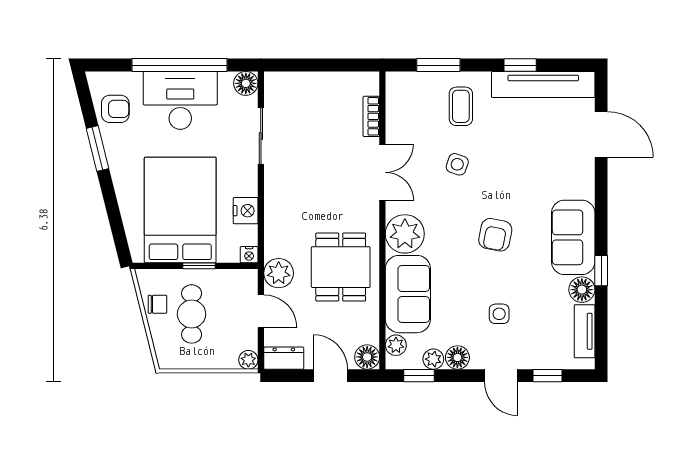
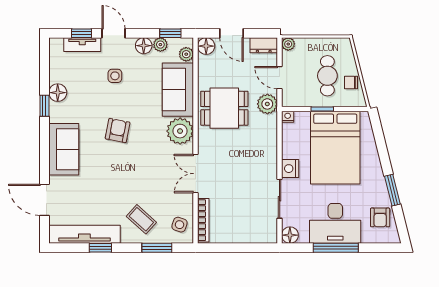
window: (180, 65) -> (336, 248), width x0.68
coffee table: (461, 106) -> (141, 219), turned -48
armchair: (115, 109) -> (380, 217), turned -90
bookcase: (371, 116) -> (203, 220), width x1.56
side table: (457, 164) -> (180, 225), moved
nightstand: (246, 211) -> (290, 169), moved
sofa: (573, 237) -> (64, 149), moved
dining table: (341, 267) -> (224, 108), turned 90
tv unit: (585, 331) -> (82, 45), moved, turned 90

